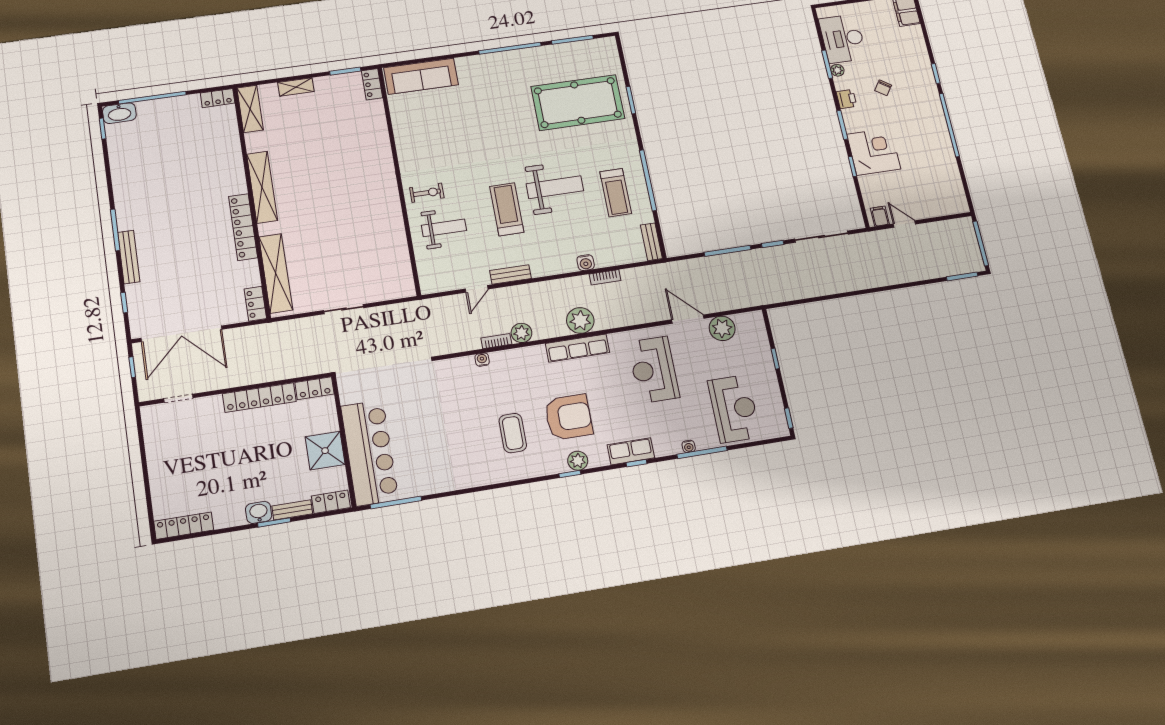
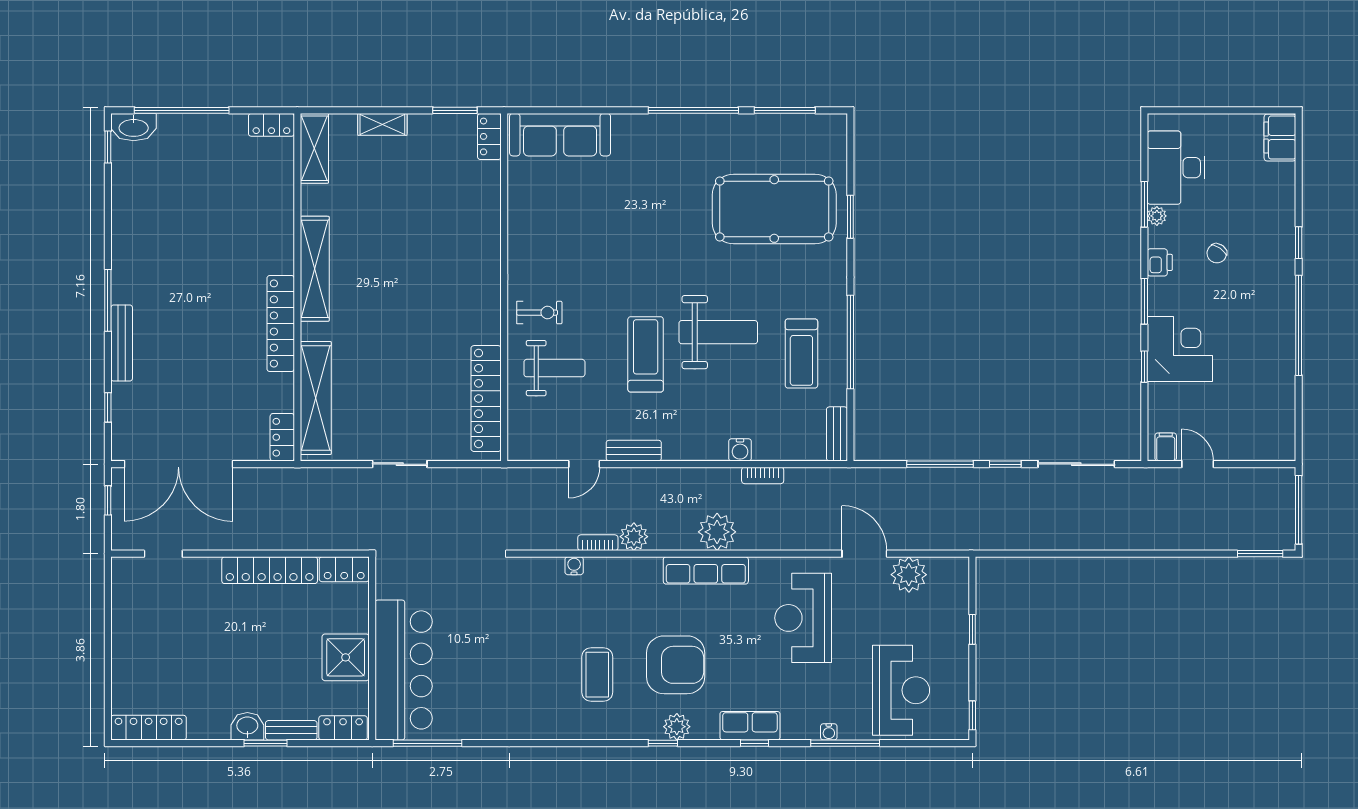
locker: (399, 255) -> (486, 399), added

